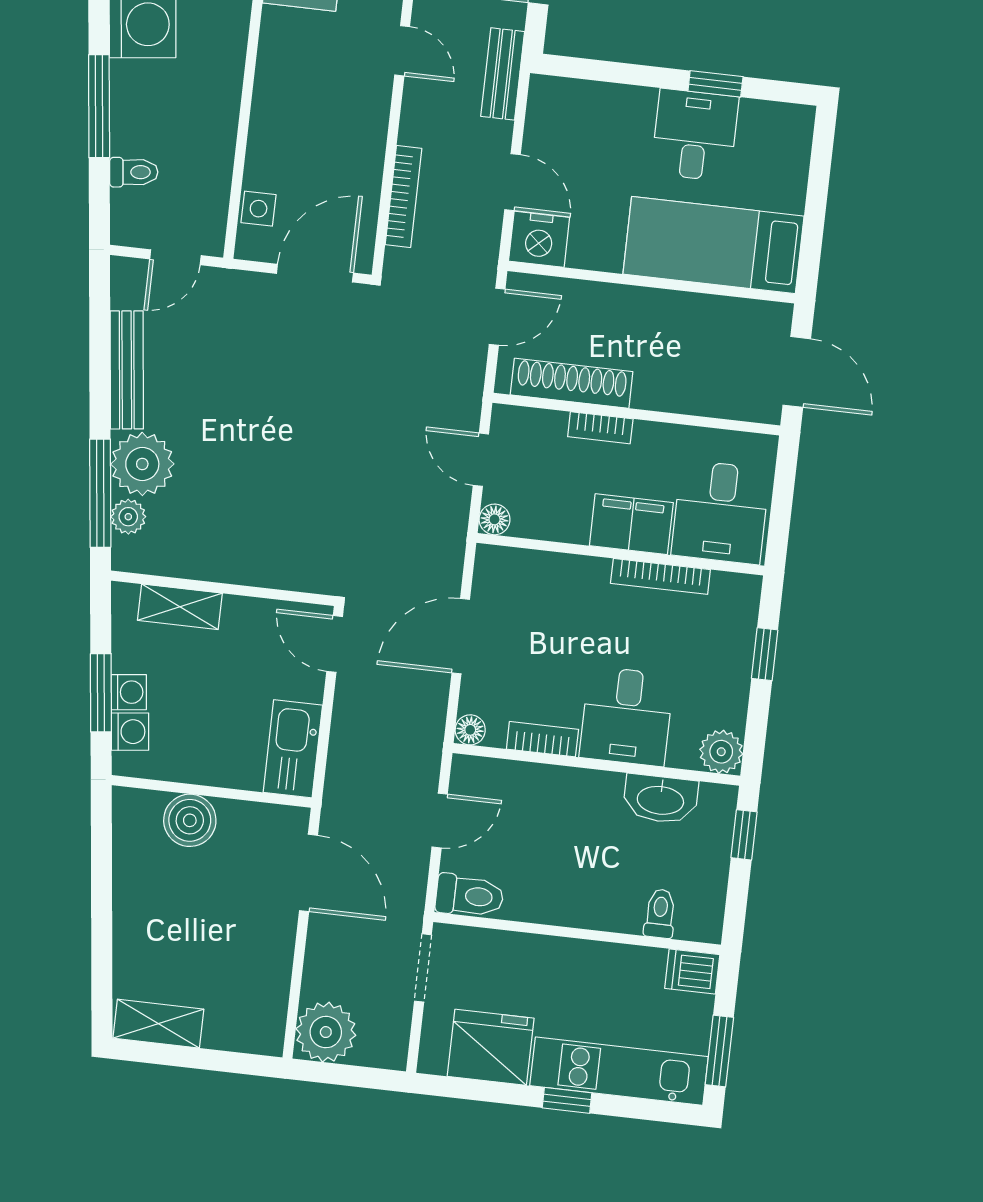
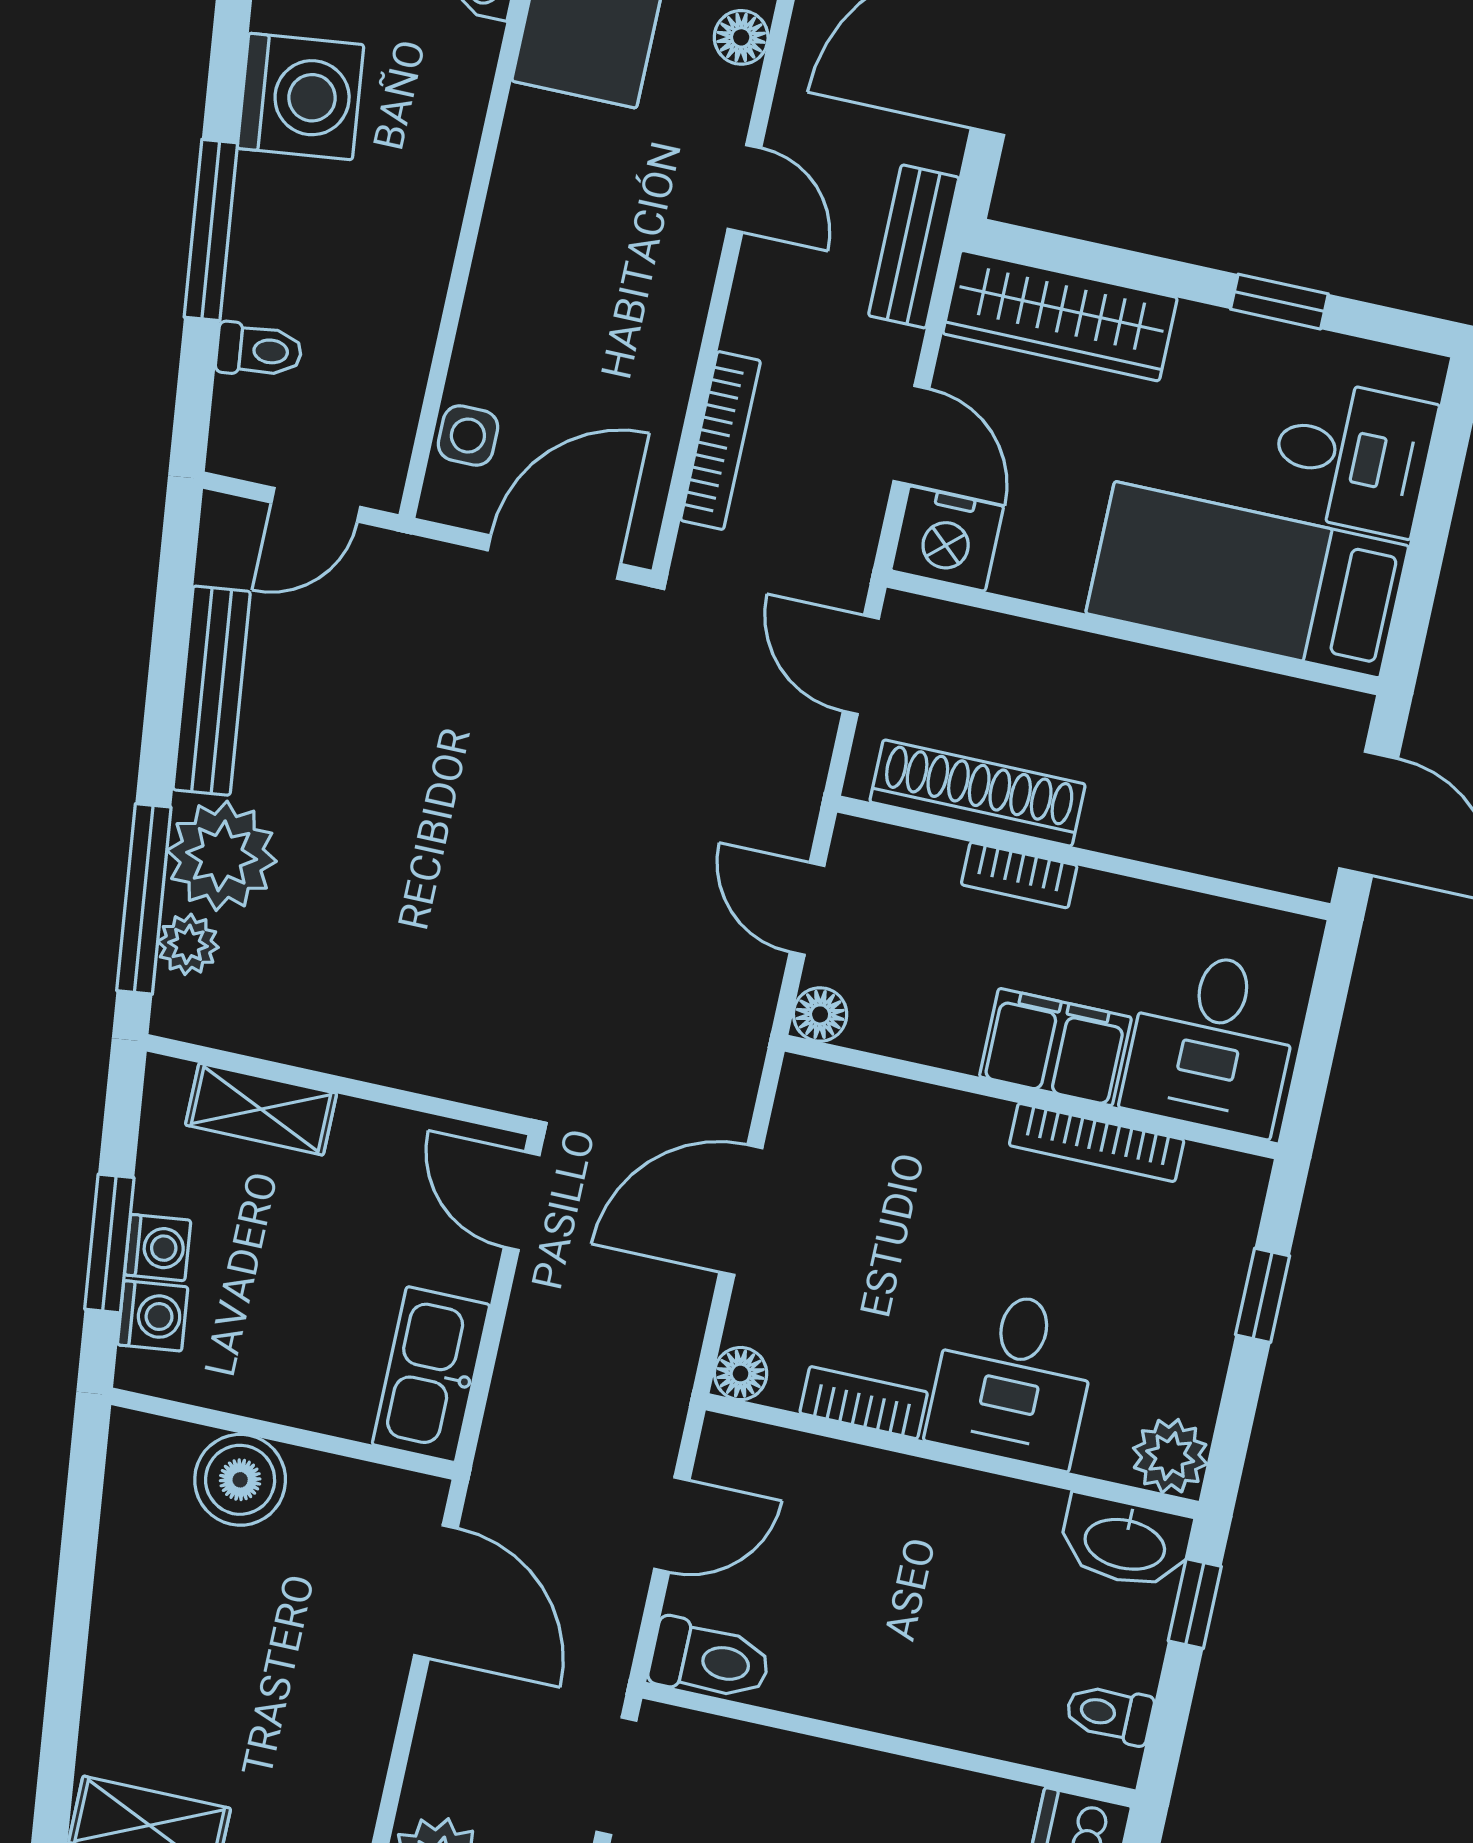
wardrobe: (591, 105) -> (1060, 316), added
desk: (695, 135) -> (1352, 457), moved, turned 90
door: (497, 317) -> (861, 665), swing flipped
washbasin: (661, 799) -> (1125, 1542), moved
toilet: (660, 914) -> (1109, 1714), moved, turned -90

